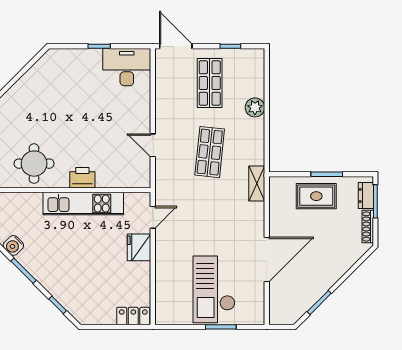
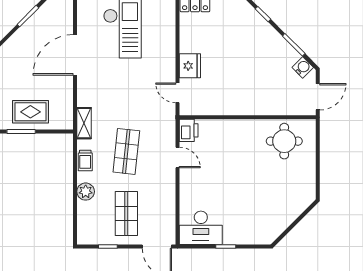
trolley: (255, 142) -> (85, 160), added
printer: (82, 178) -> (189, 130), moved, turned -90
kitchen unit: (83, 204) -> (240, 105), removed
door: (153, 217) -> (178, 93), hinge flipped

